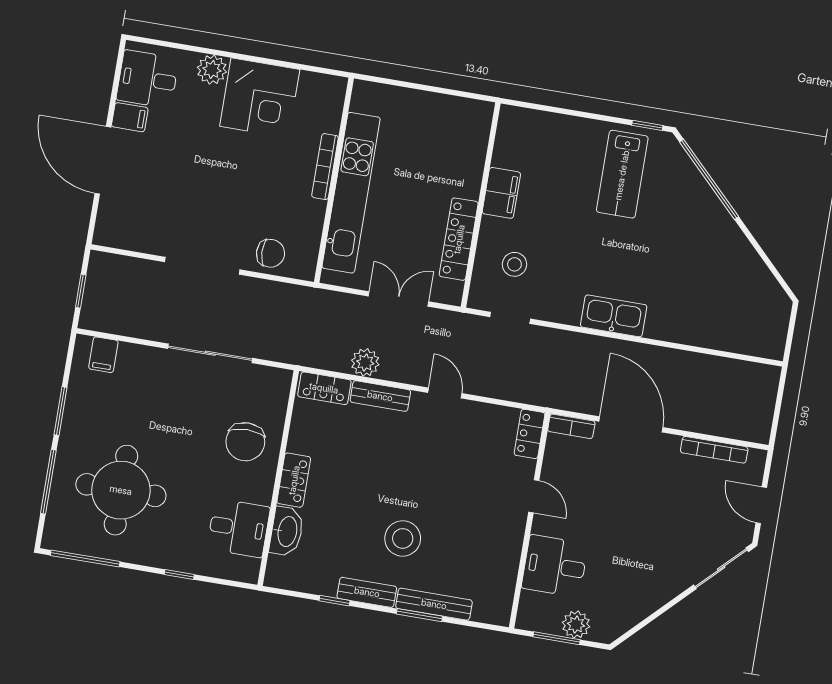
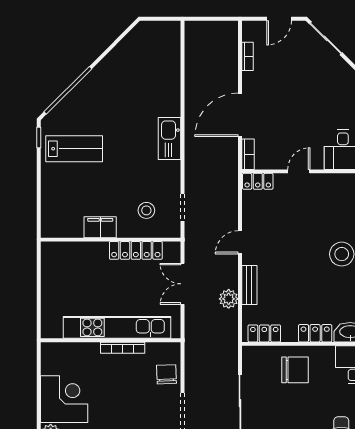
bookcase: (325, 167) -> (123, 348), moved
locker: (324, 388) -> (264, 333), moved, turned -90
bookcase: (714, 450) -> (248, 56), width x0.64

